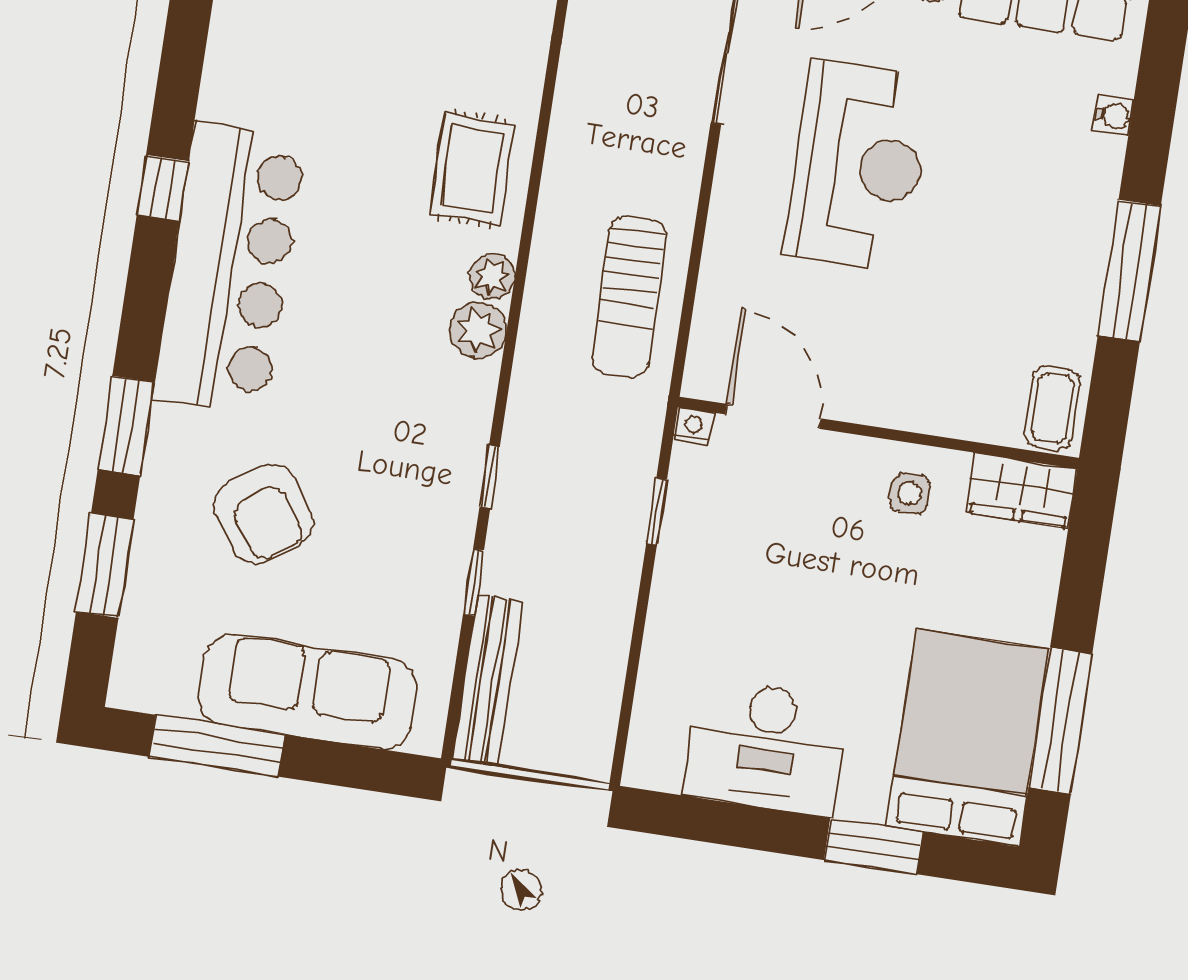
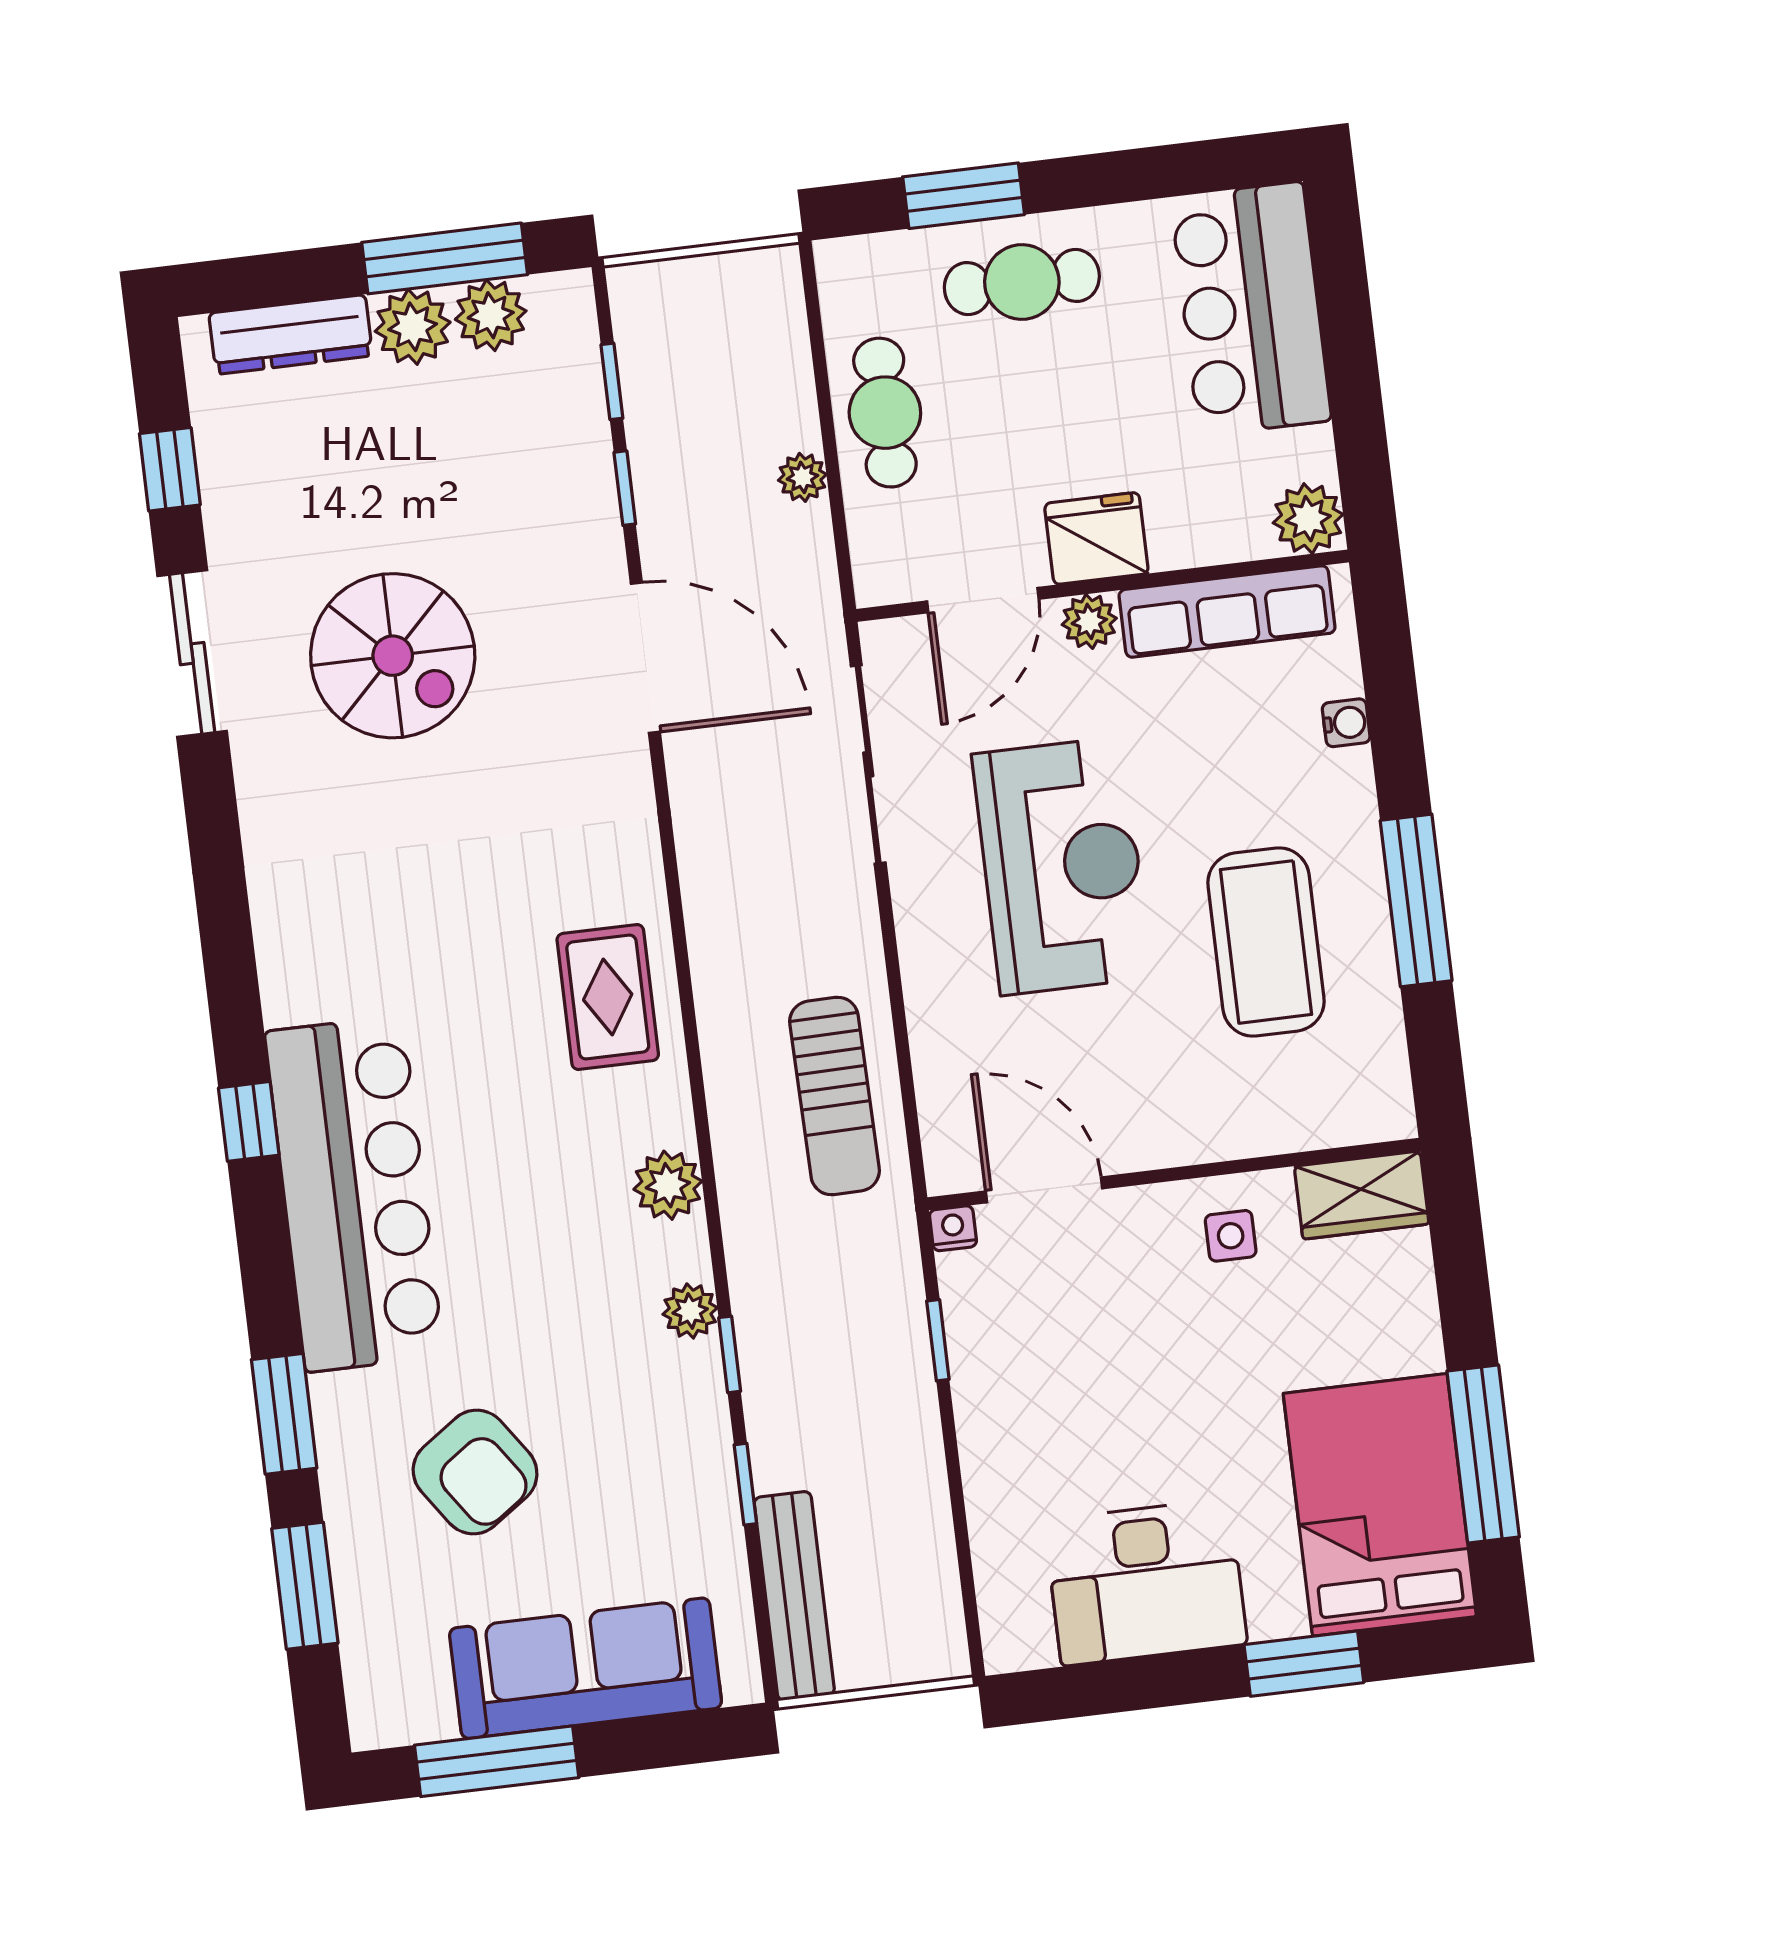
plant: (492, 277) -> (690, 1311), moved
coffee table: (1053, 408) -> (1266, 942), moved, width x1.86, depth x1.72

